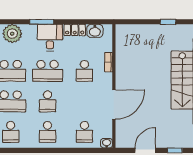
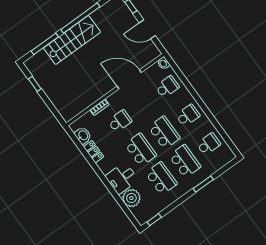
window: (42, 22) -> (106, 182), removed
desk: (50, 38) -> (122, 178), moved
school desk: (48, 101) -> (164, 133), width x1.85

